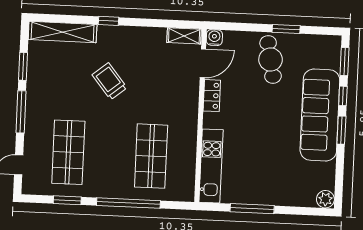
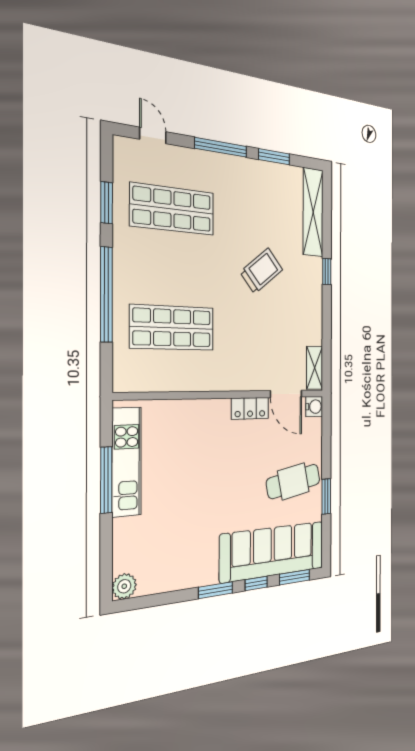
sofa: (320, 115) -> (273, 552), moved
kitchen unit: (211, 166) -> (127, 462), moved, turned -90

